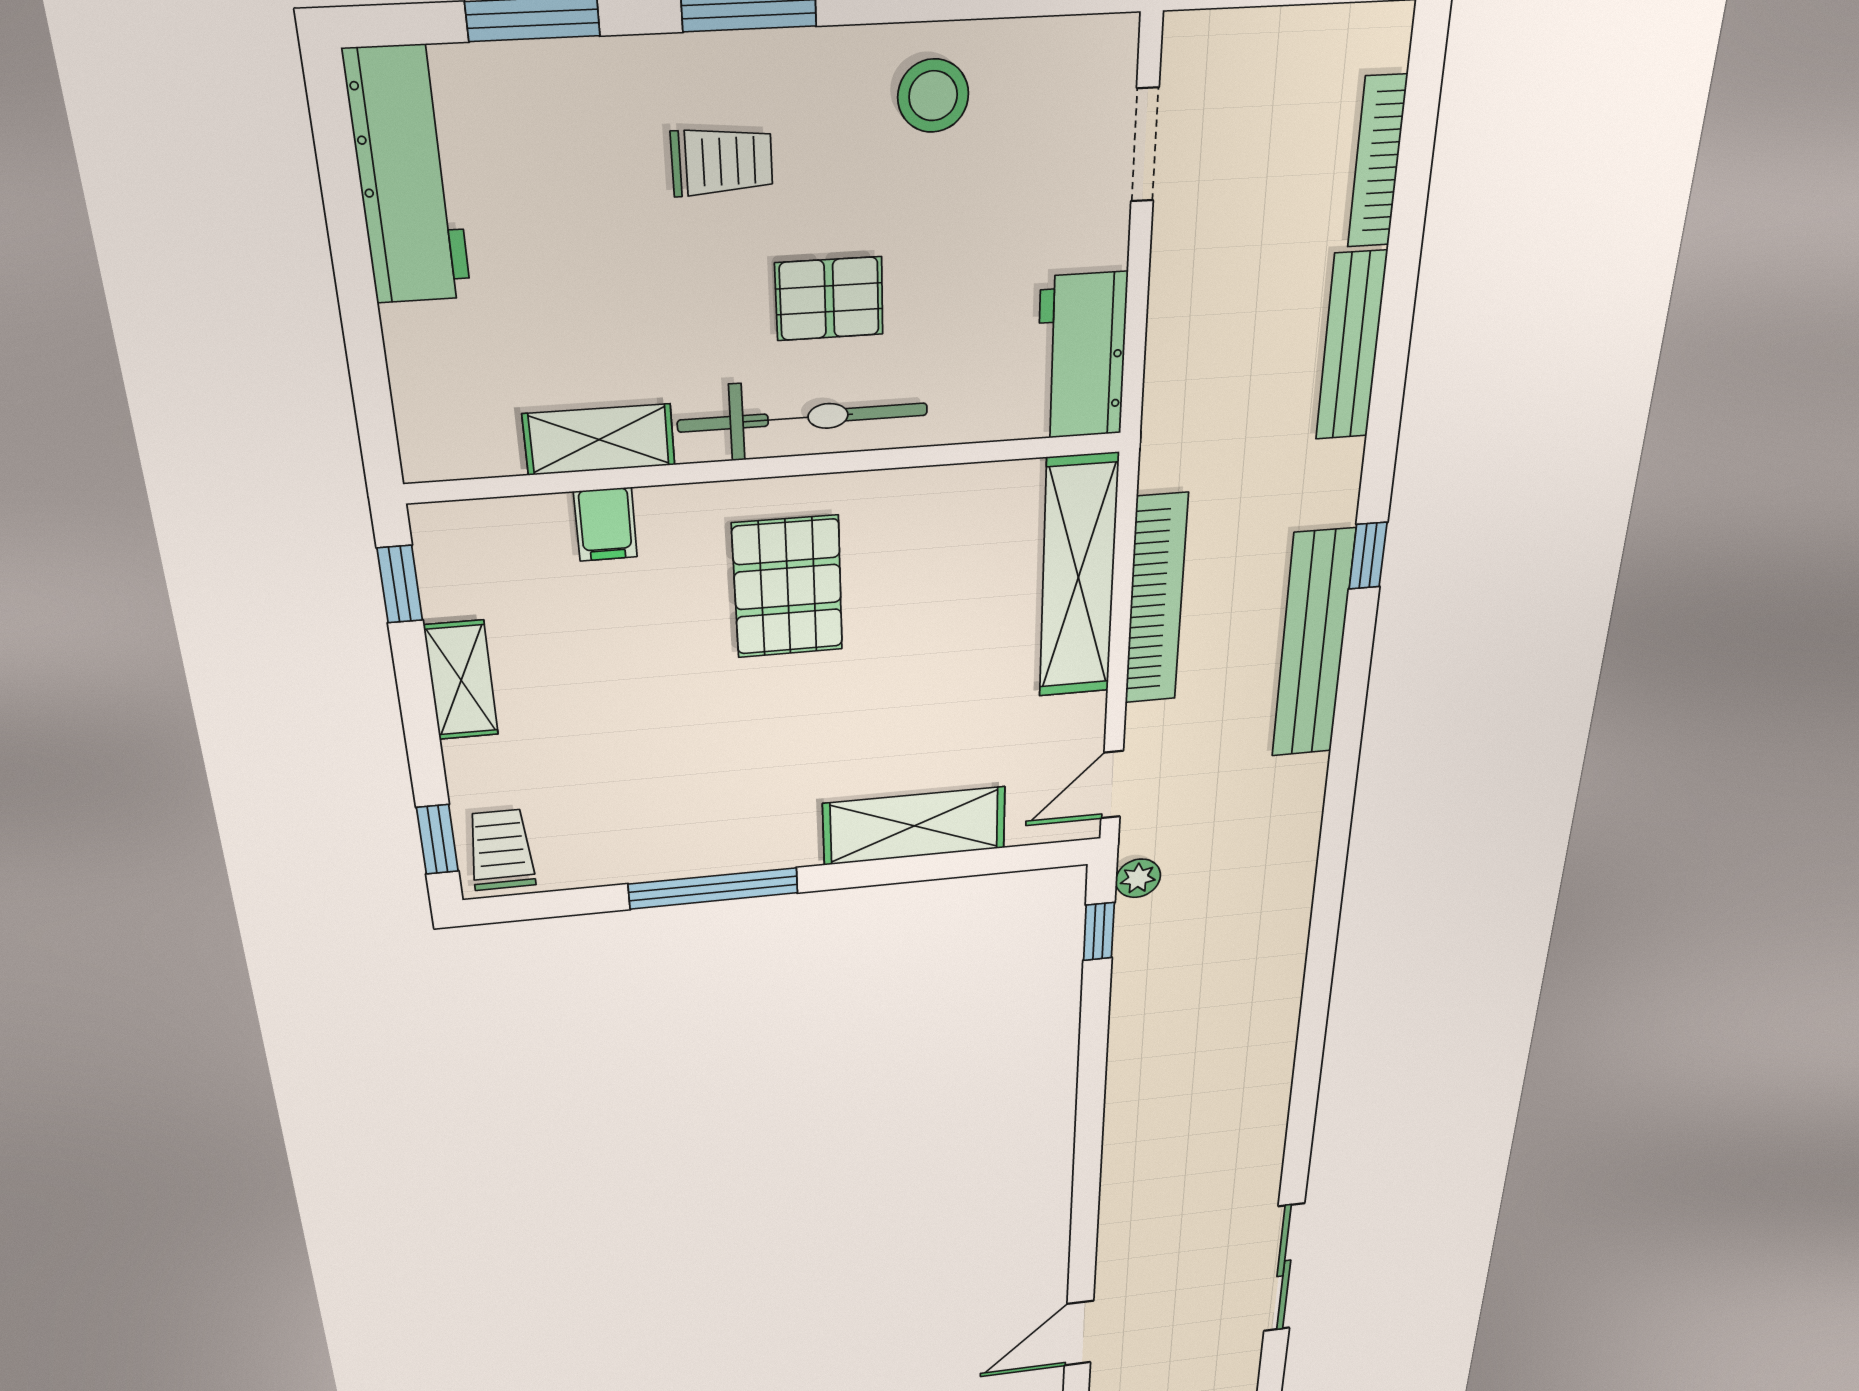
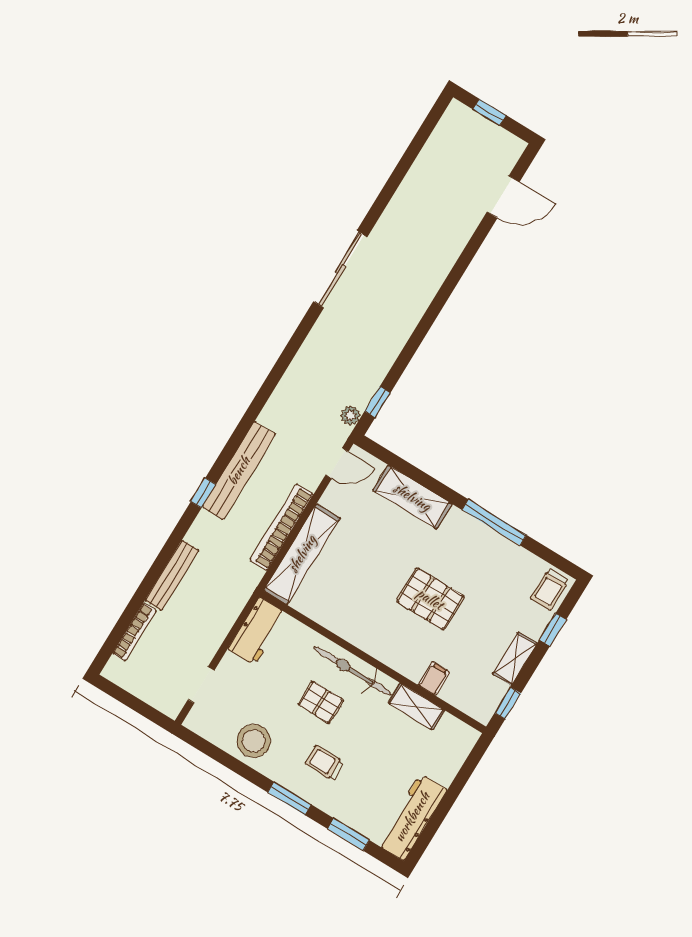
stool: (933, 96) -> (254, 741), width x1.38, depth x1.38
pallet: (788, 587) -> (430, 599), moved, turned 90
window: (437, 839) -> (553, 630), moved
sliding door: (1284, 1268) -> (340, 269), moved

